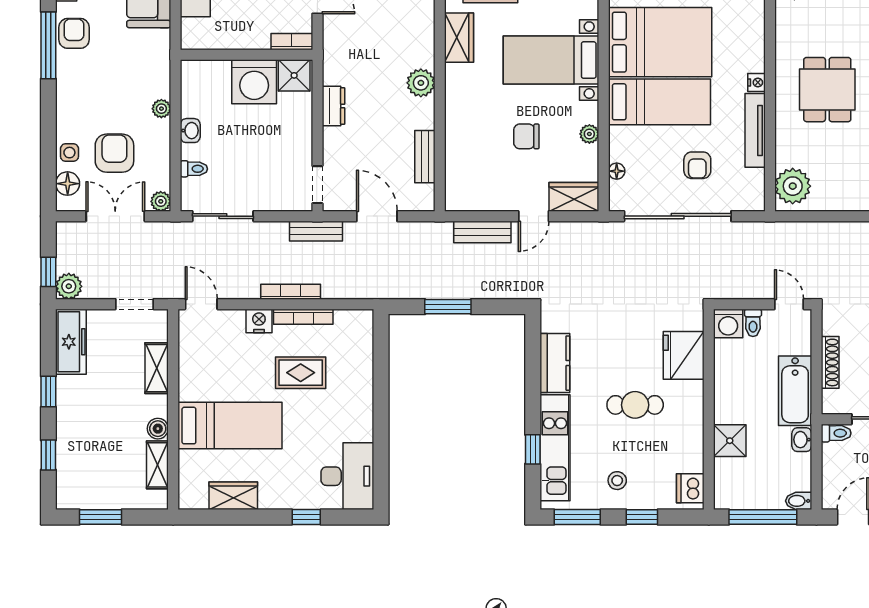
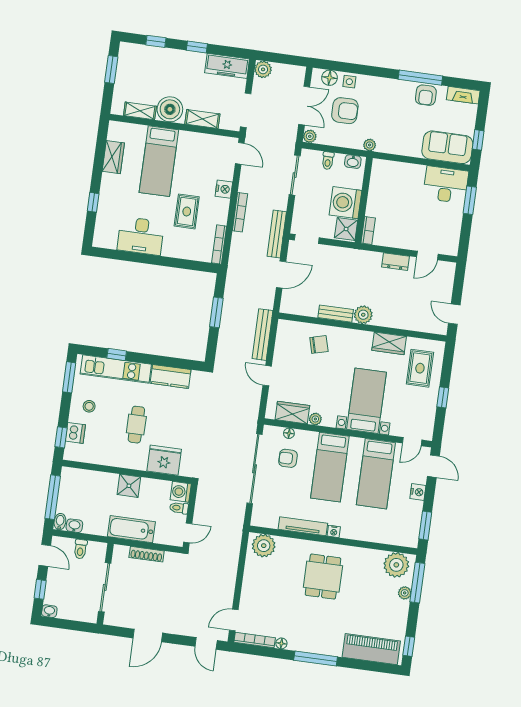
armchair: (74, 33) -> (426, 95), turned 90
bookcase: (292, 42) -> (368, 231), moved
bed: (660, 42) -> (376, 474), width x0.67
wall: (247, 55) -> (364, 200), moved
shower: (294, 75) -> (346, 229), moved
washing machine: (254, 82) -> (346, 203), moved
dining table: (827, 90) -> (323, 577), turned 90
dresser: (334, 106) -> (395, 262), moved
chair: (526, 136) -> (319, 344), moved, turned 75
bench: (425, 157) -> (336, 314), moved
armchair: (697, 165) -> (288, 458), moved
wardrobe: (574, 197) -> (292, 413), moved, turned -90
bench: (316, 231) -> (277, 234), width x1.36
bench: (482, 232) -> (262, 335), width x1.36
window: (48, 272) -> (274, 58), removed
doorway: (134, 304) -> (246, 110), width x1.38
door: (201, 304) -> (240, 153), hinge flipped
bookcase: (303, 317) -> (219, 244), moved
boiler: (158, 429) -> (170, 109), width x1.86, depth x1.86
toilet: (836, 433) -> (80, 549), moved
washbasin: (802, 440) -> (74, 526), moved
shower: (730, 441) -> (129, 486), moved
desk: (347, 476) -> (141, 236), moved
dishwasher: (690, 488) -> (75, 433), moved, turned 90
window: (642, 517) -> (61, 437), moved

